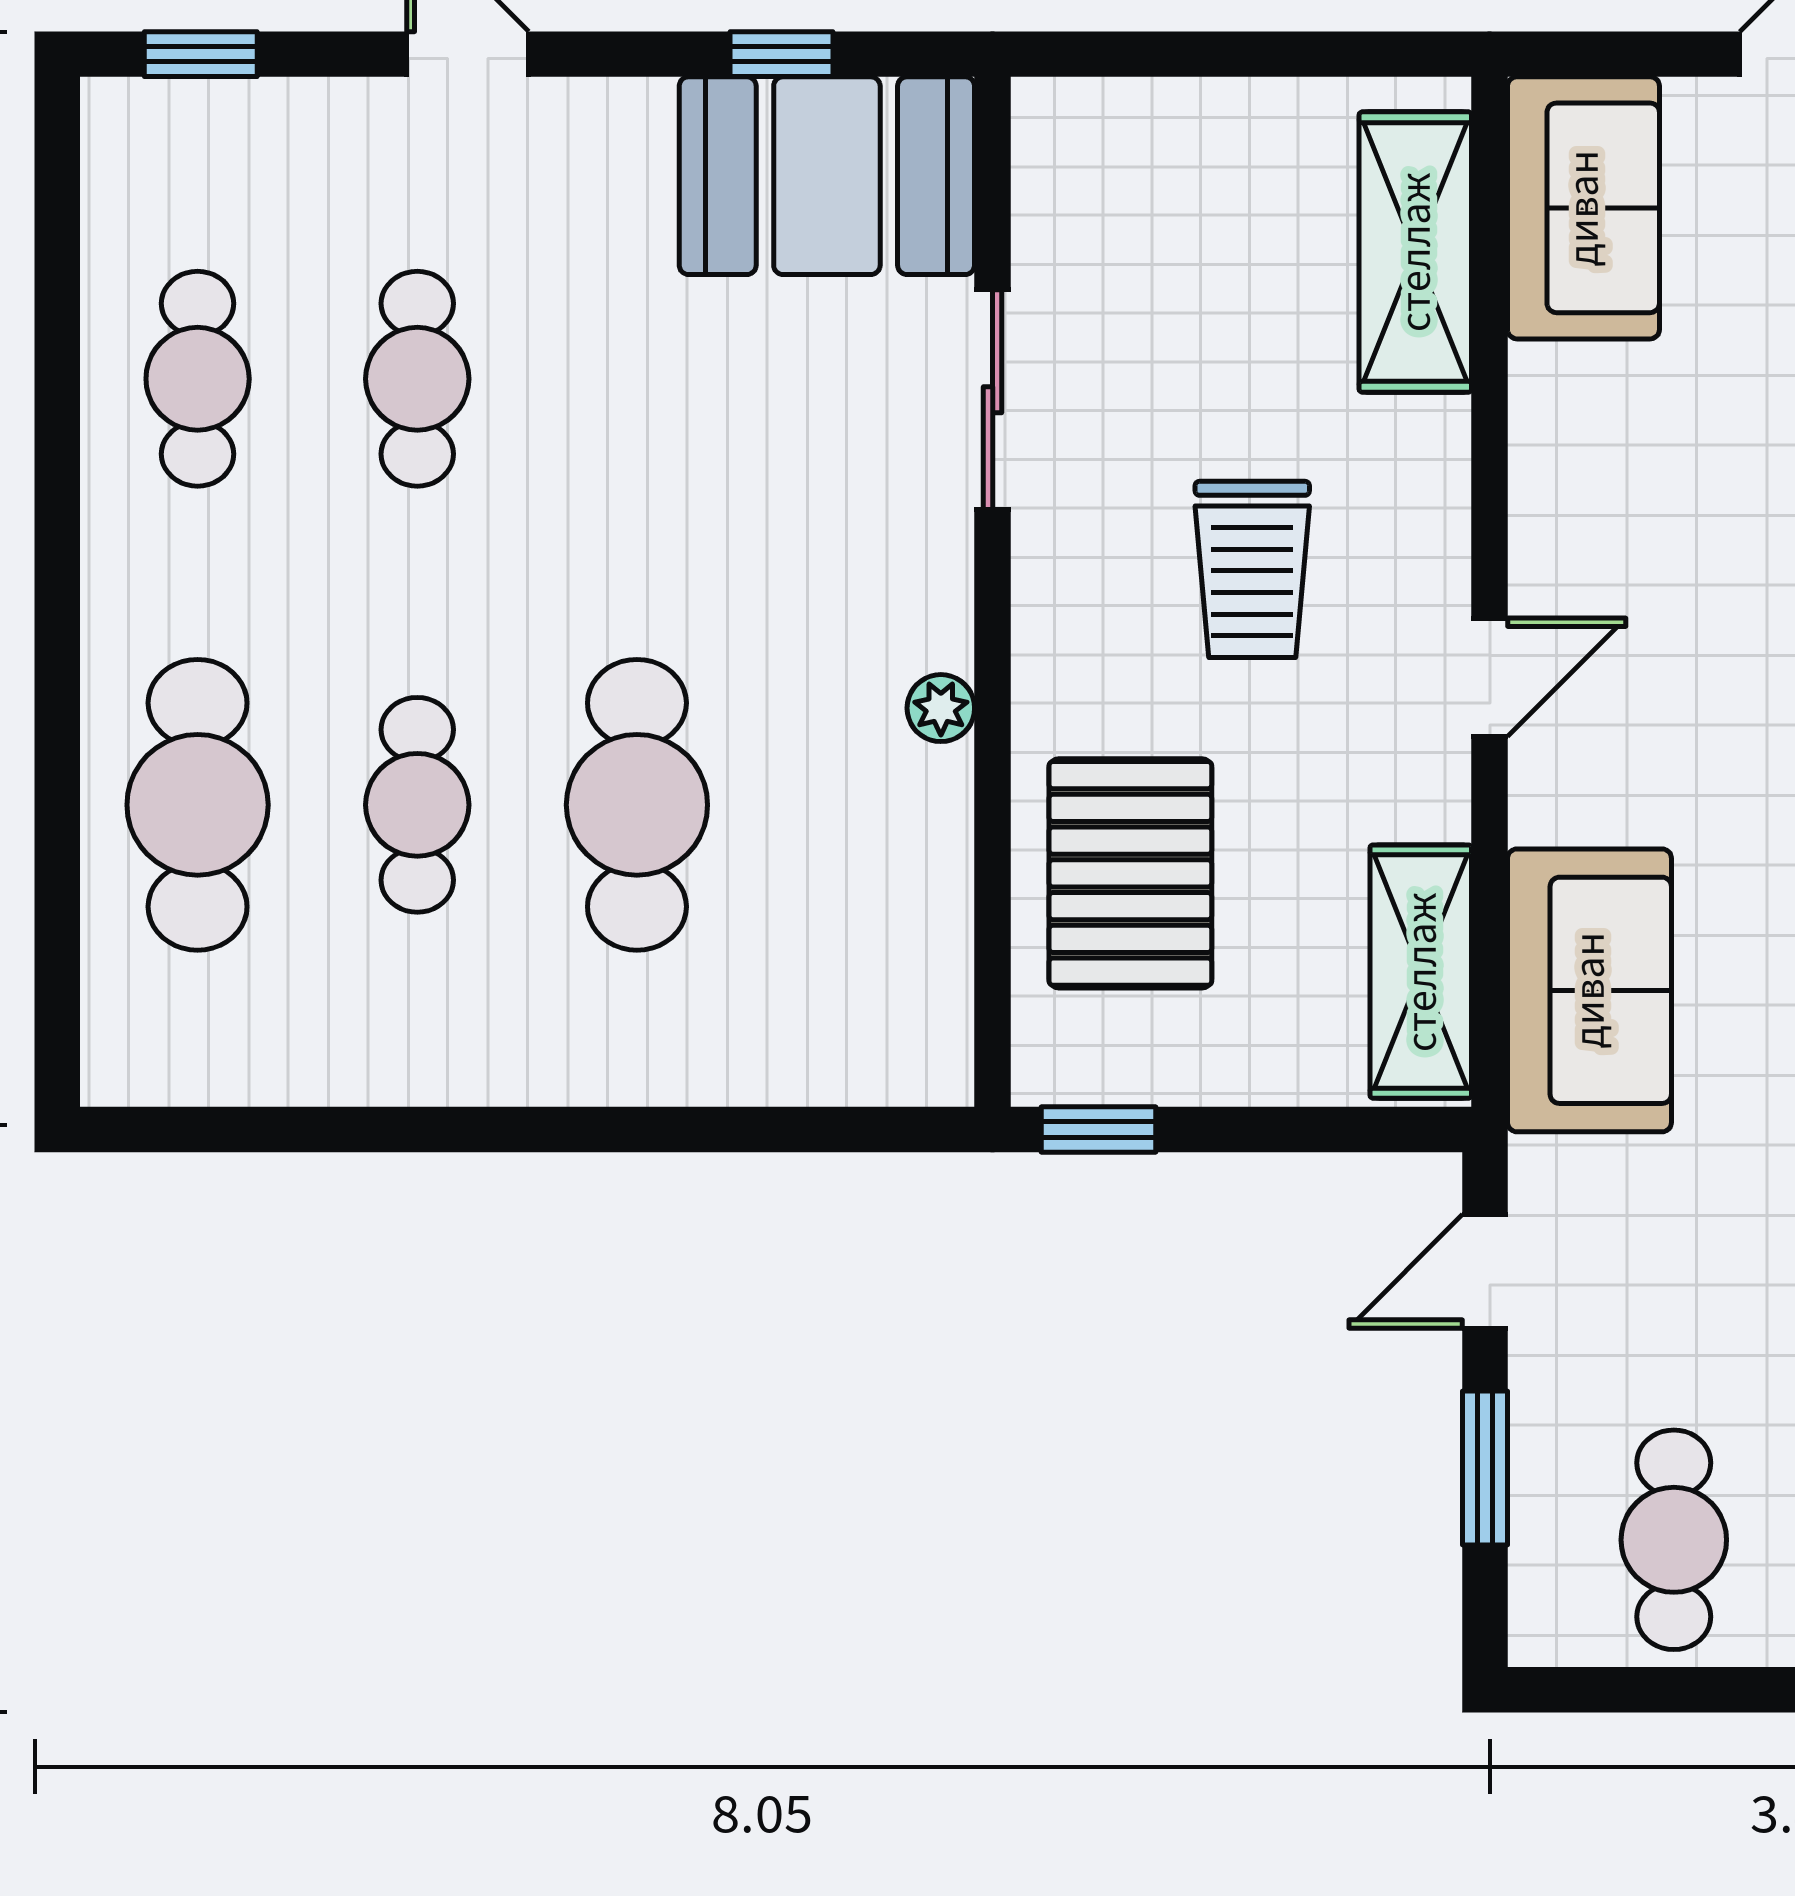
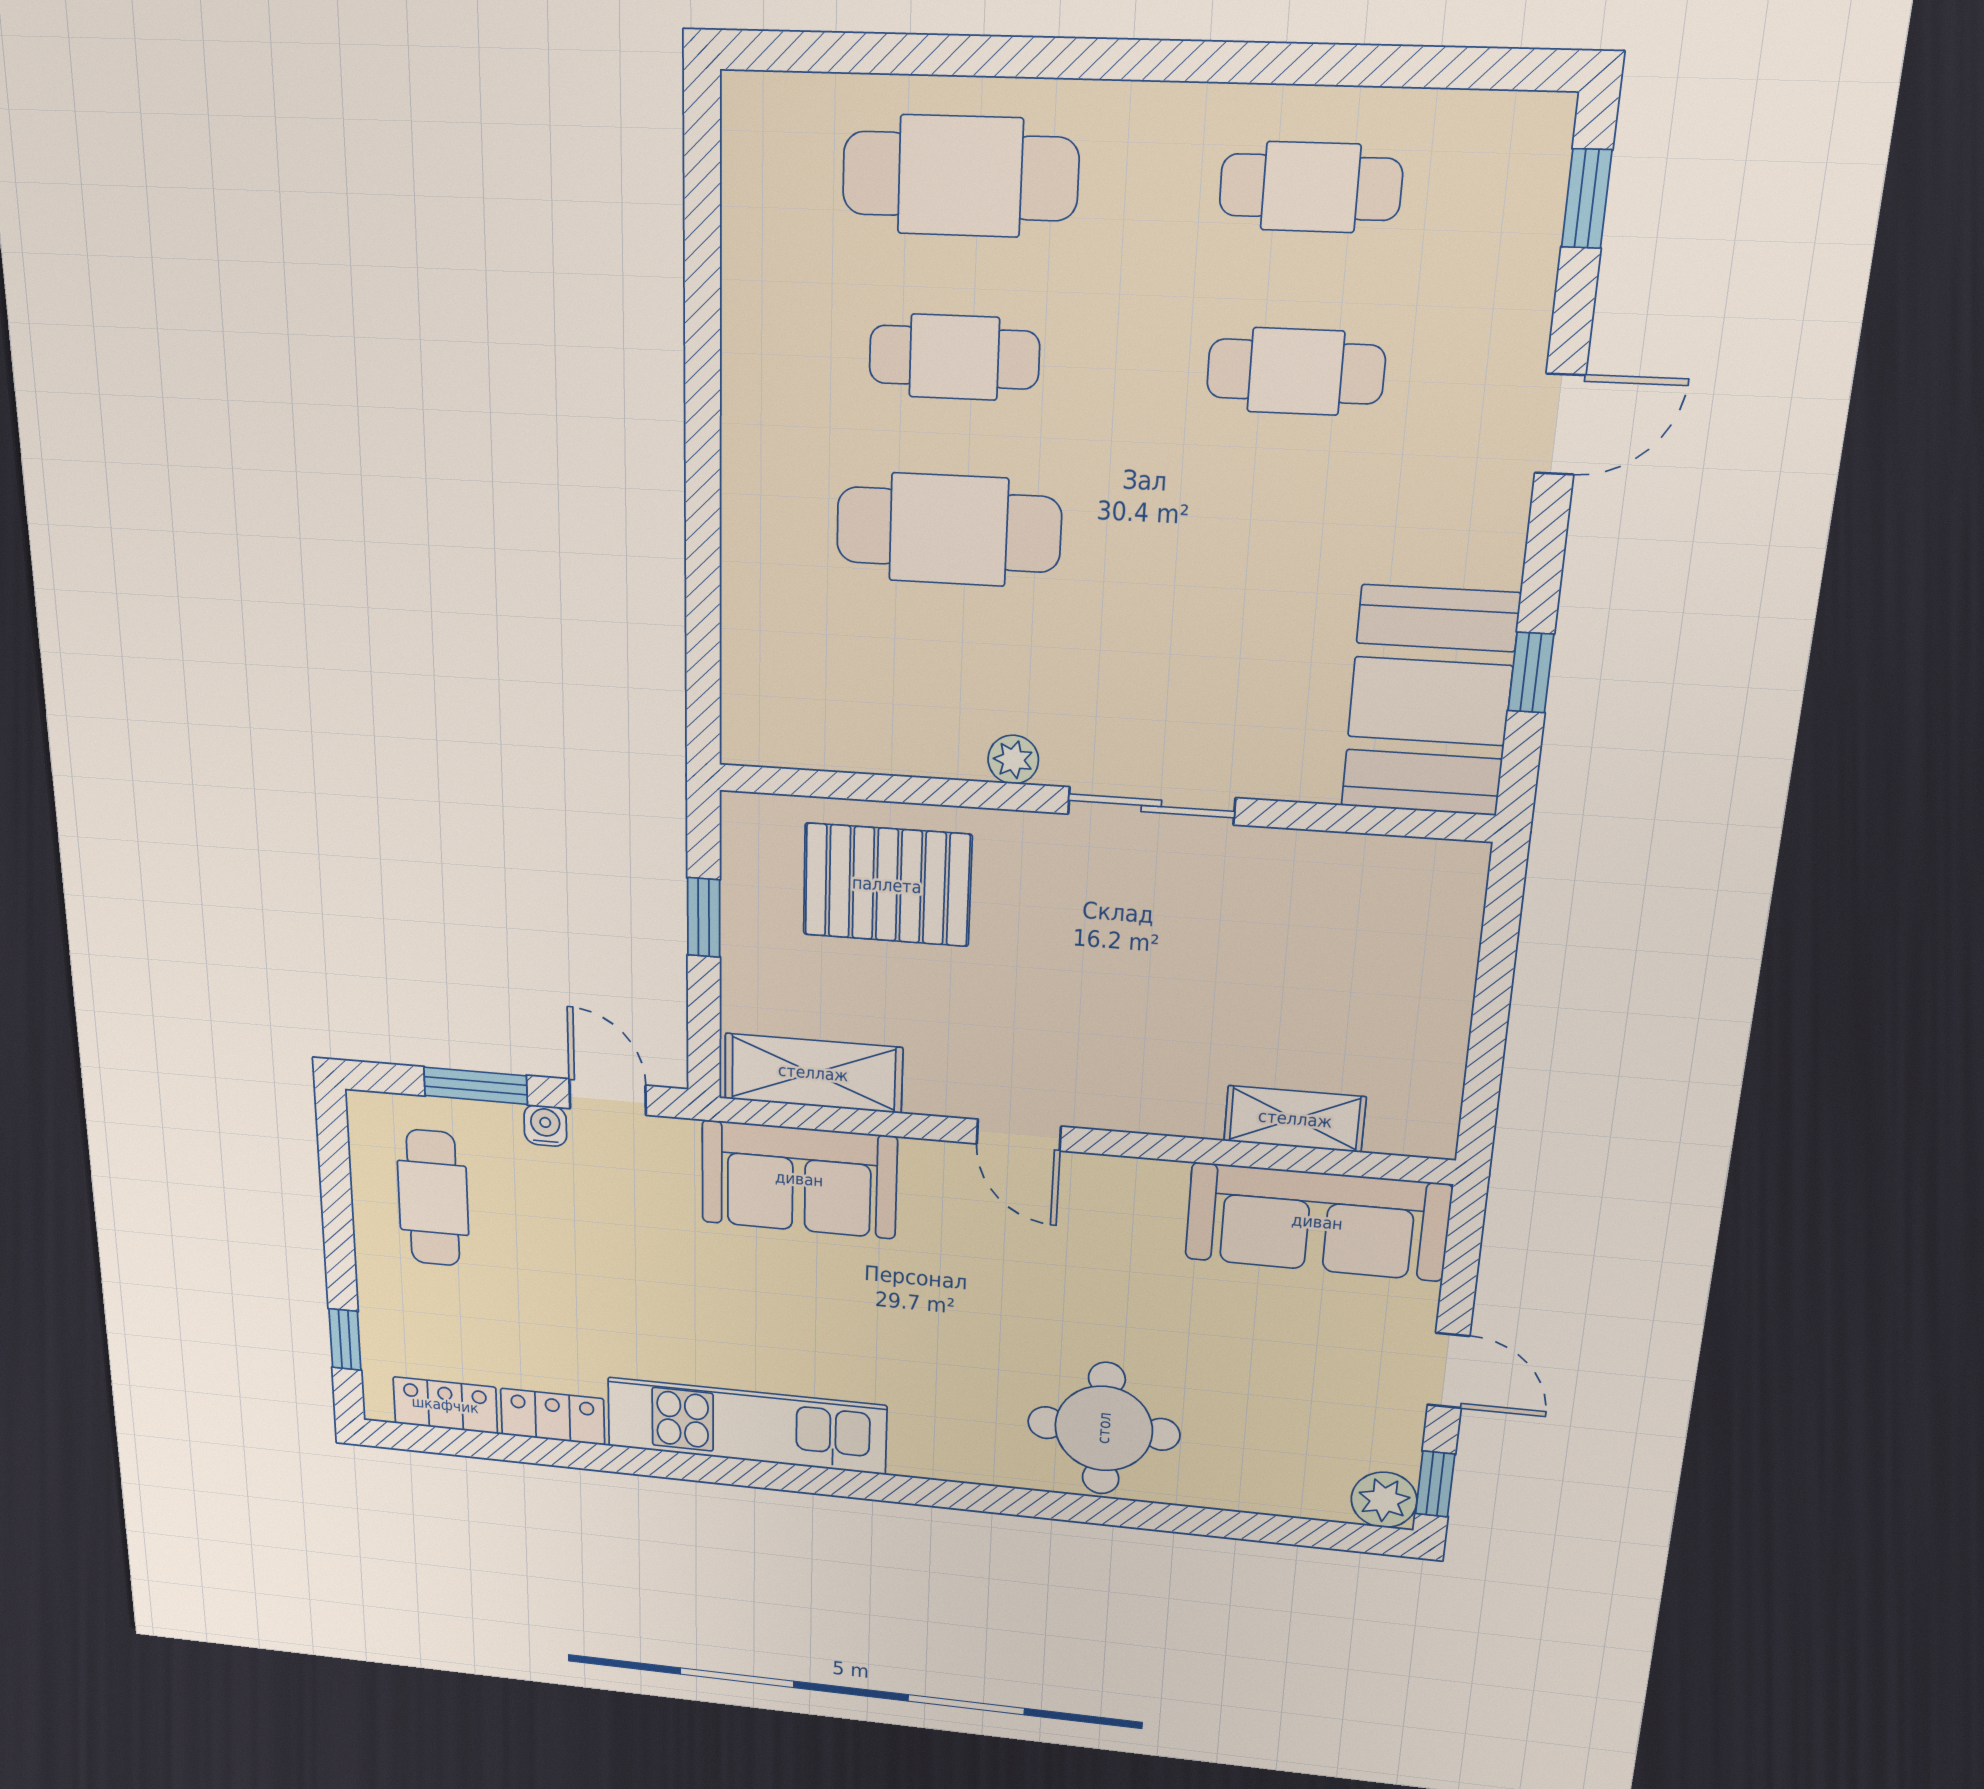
sofa: (1583, 208) -> (1317, 1222), width x1.36
shelving: (1415, 252) -> (1295, 1119), width x0.67, depth x0.75
sliding door: (993, 400) -> (1151, 806), moved
trolley: (1252, 569) -> (1105, 985), removed
window: (1099, 1129) -> (704, 917), moved
water cooler: (1539, 1365) -> (545, 1126), added
cafe table: (1674, 1540) -> (433, 1198), turned 90

